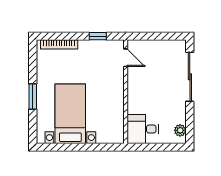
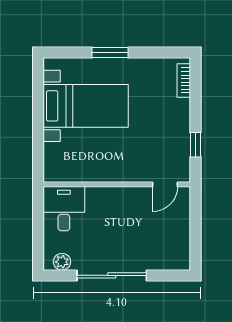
bookcase: (59, 44) -> (184, 80), width x0.64
sliding door: (190, 77) -> (112, 275), moved

